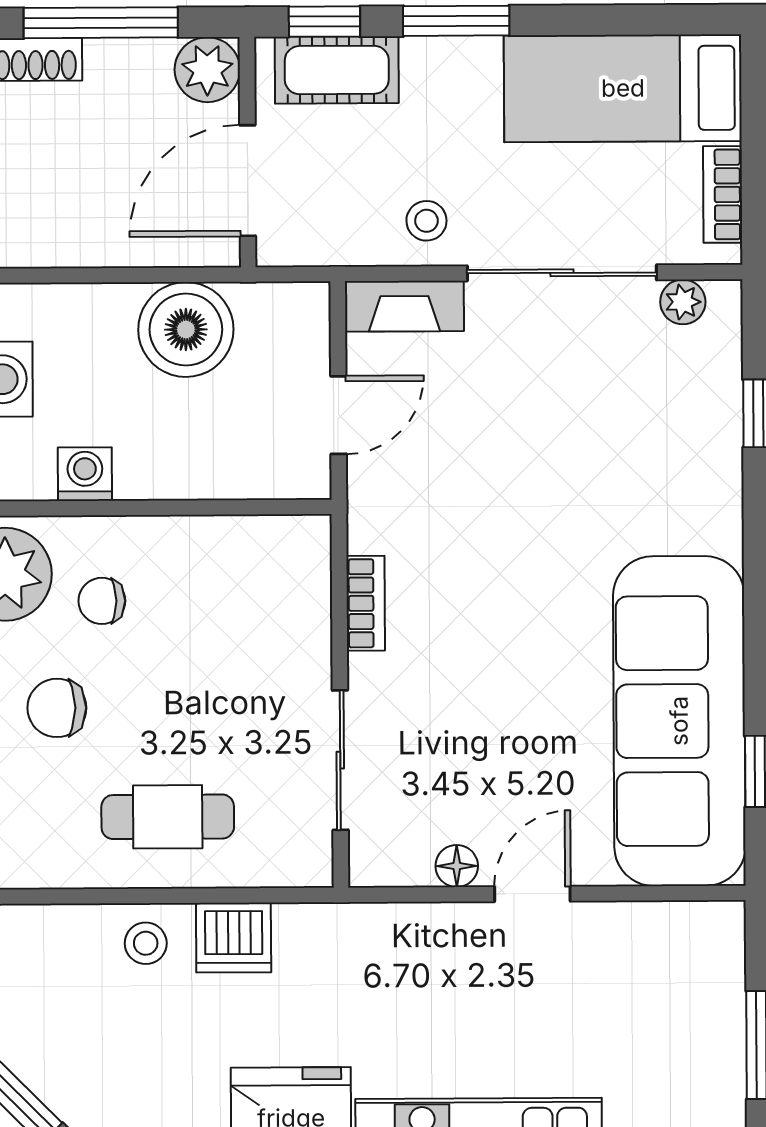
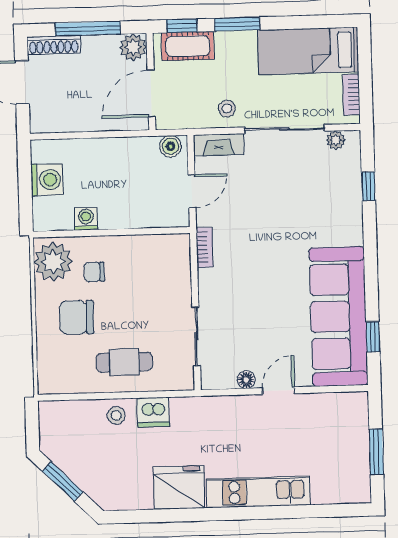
boiler: (186, 330) -> (170, 146), moved, width x0.54, depth x0.54
bookcase: (366, 603) -> (205, 247), moved
chair: (57, 708) -> (76, 317), width x1.37, depth x1.37

